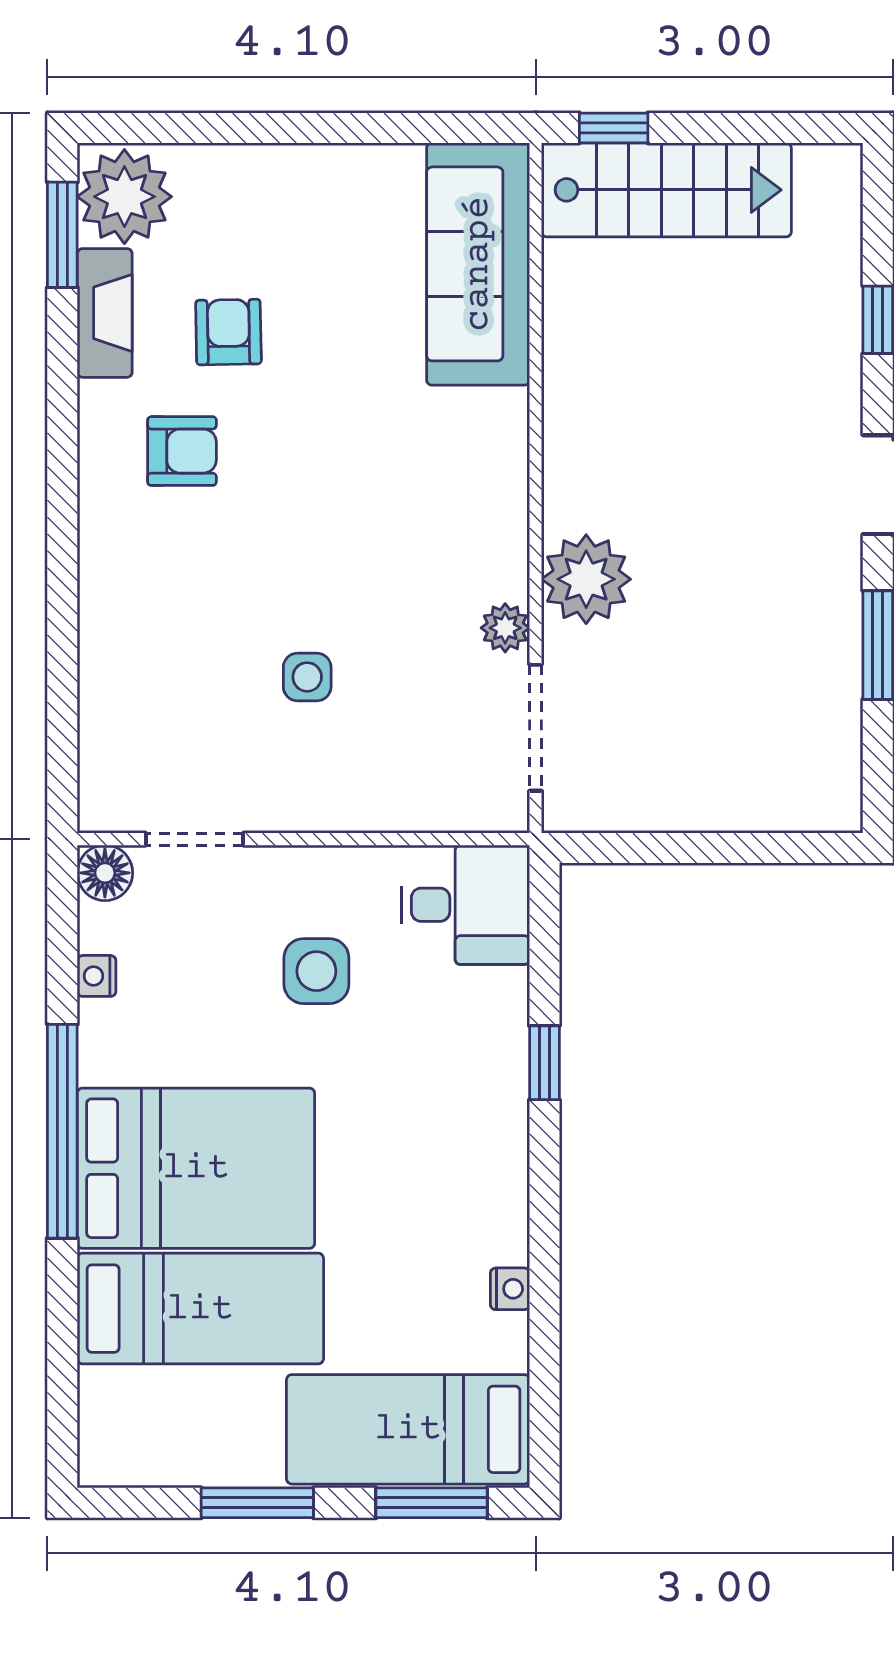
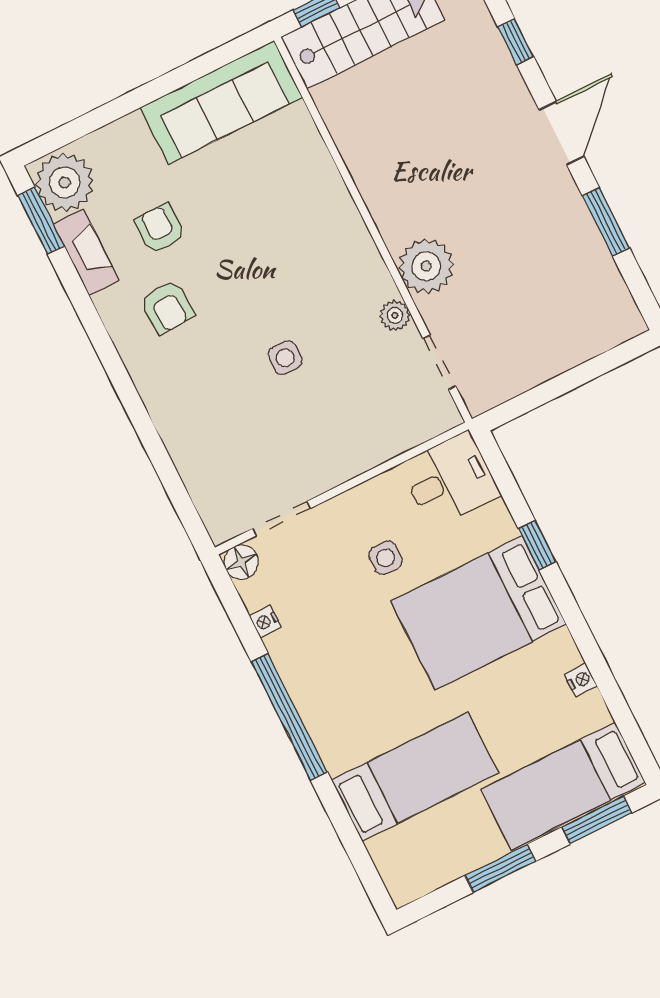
sofa: (478, 264) -> (221, 102), moved, turned -90
armchair: (182, 451) -> (167, 307), turned 87
side table: (307, 677) -> (285, 358), moved
doorway: (536, 728) -> (439, 362), width x0.73
side table: (316, 971) -> (386, 558), width x0.73, depth x0.73
bed: (196, 1168) -> (479, 613), moved, turned 180

